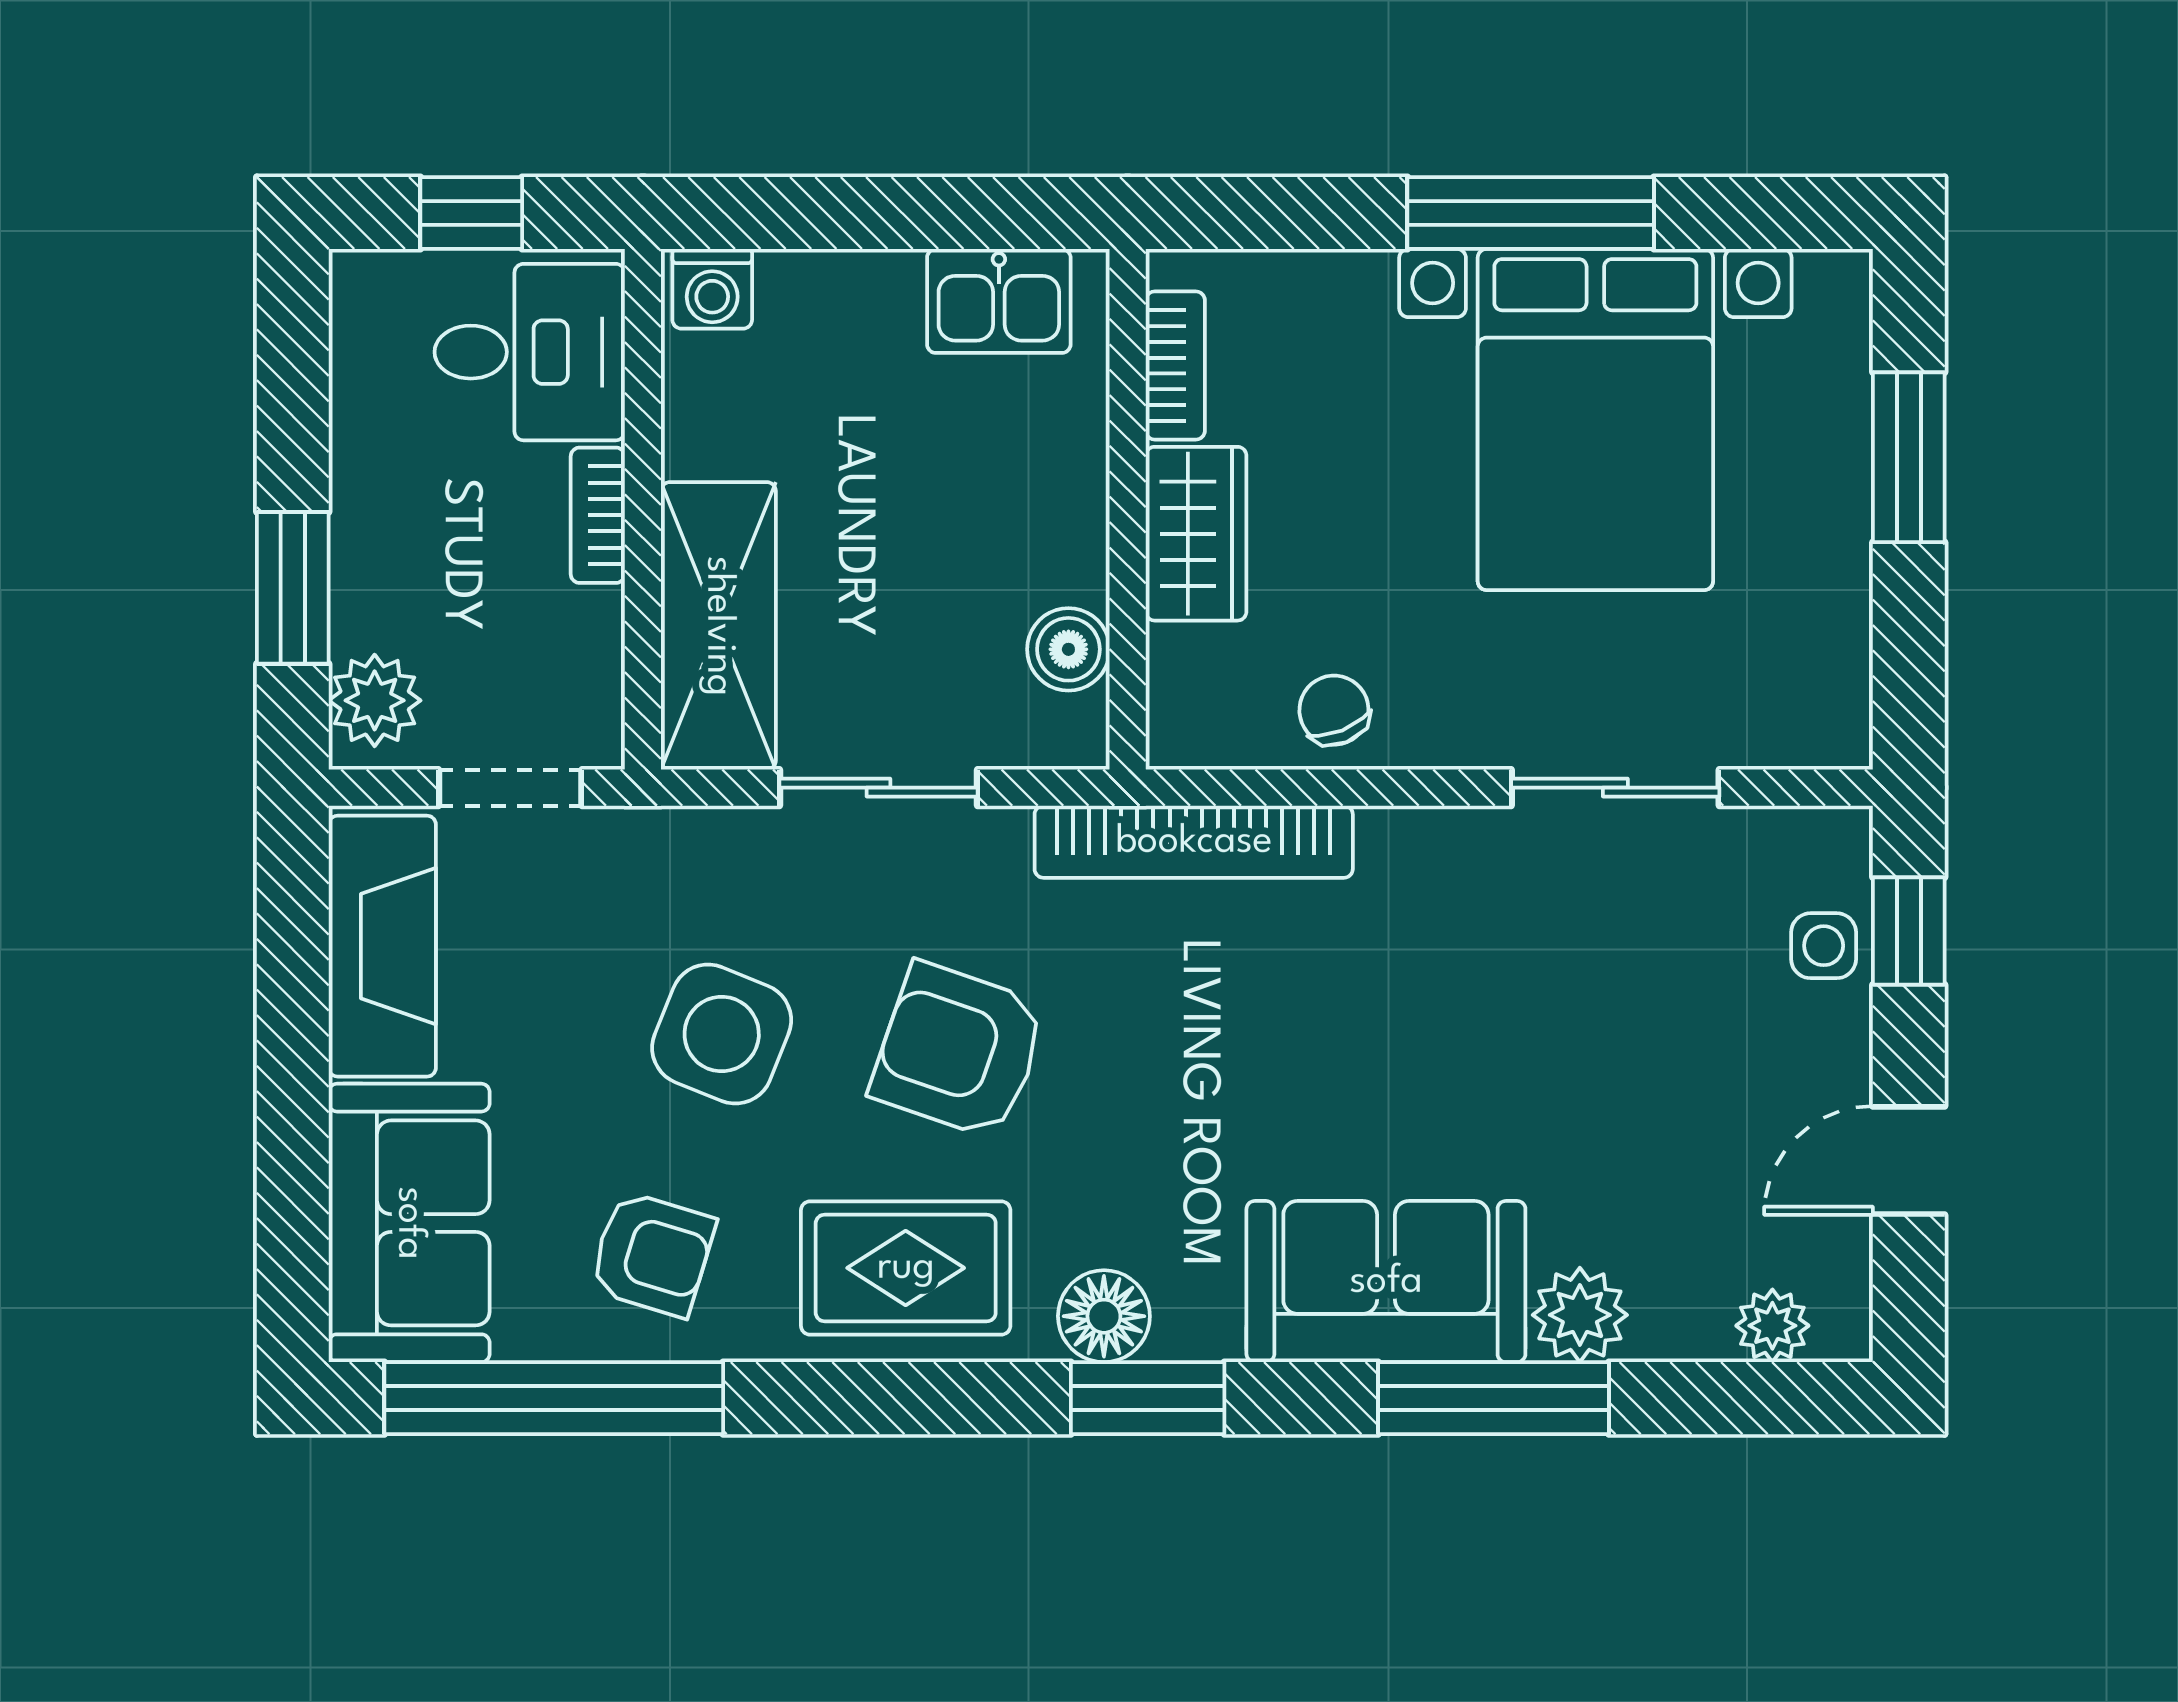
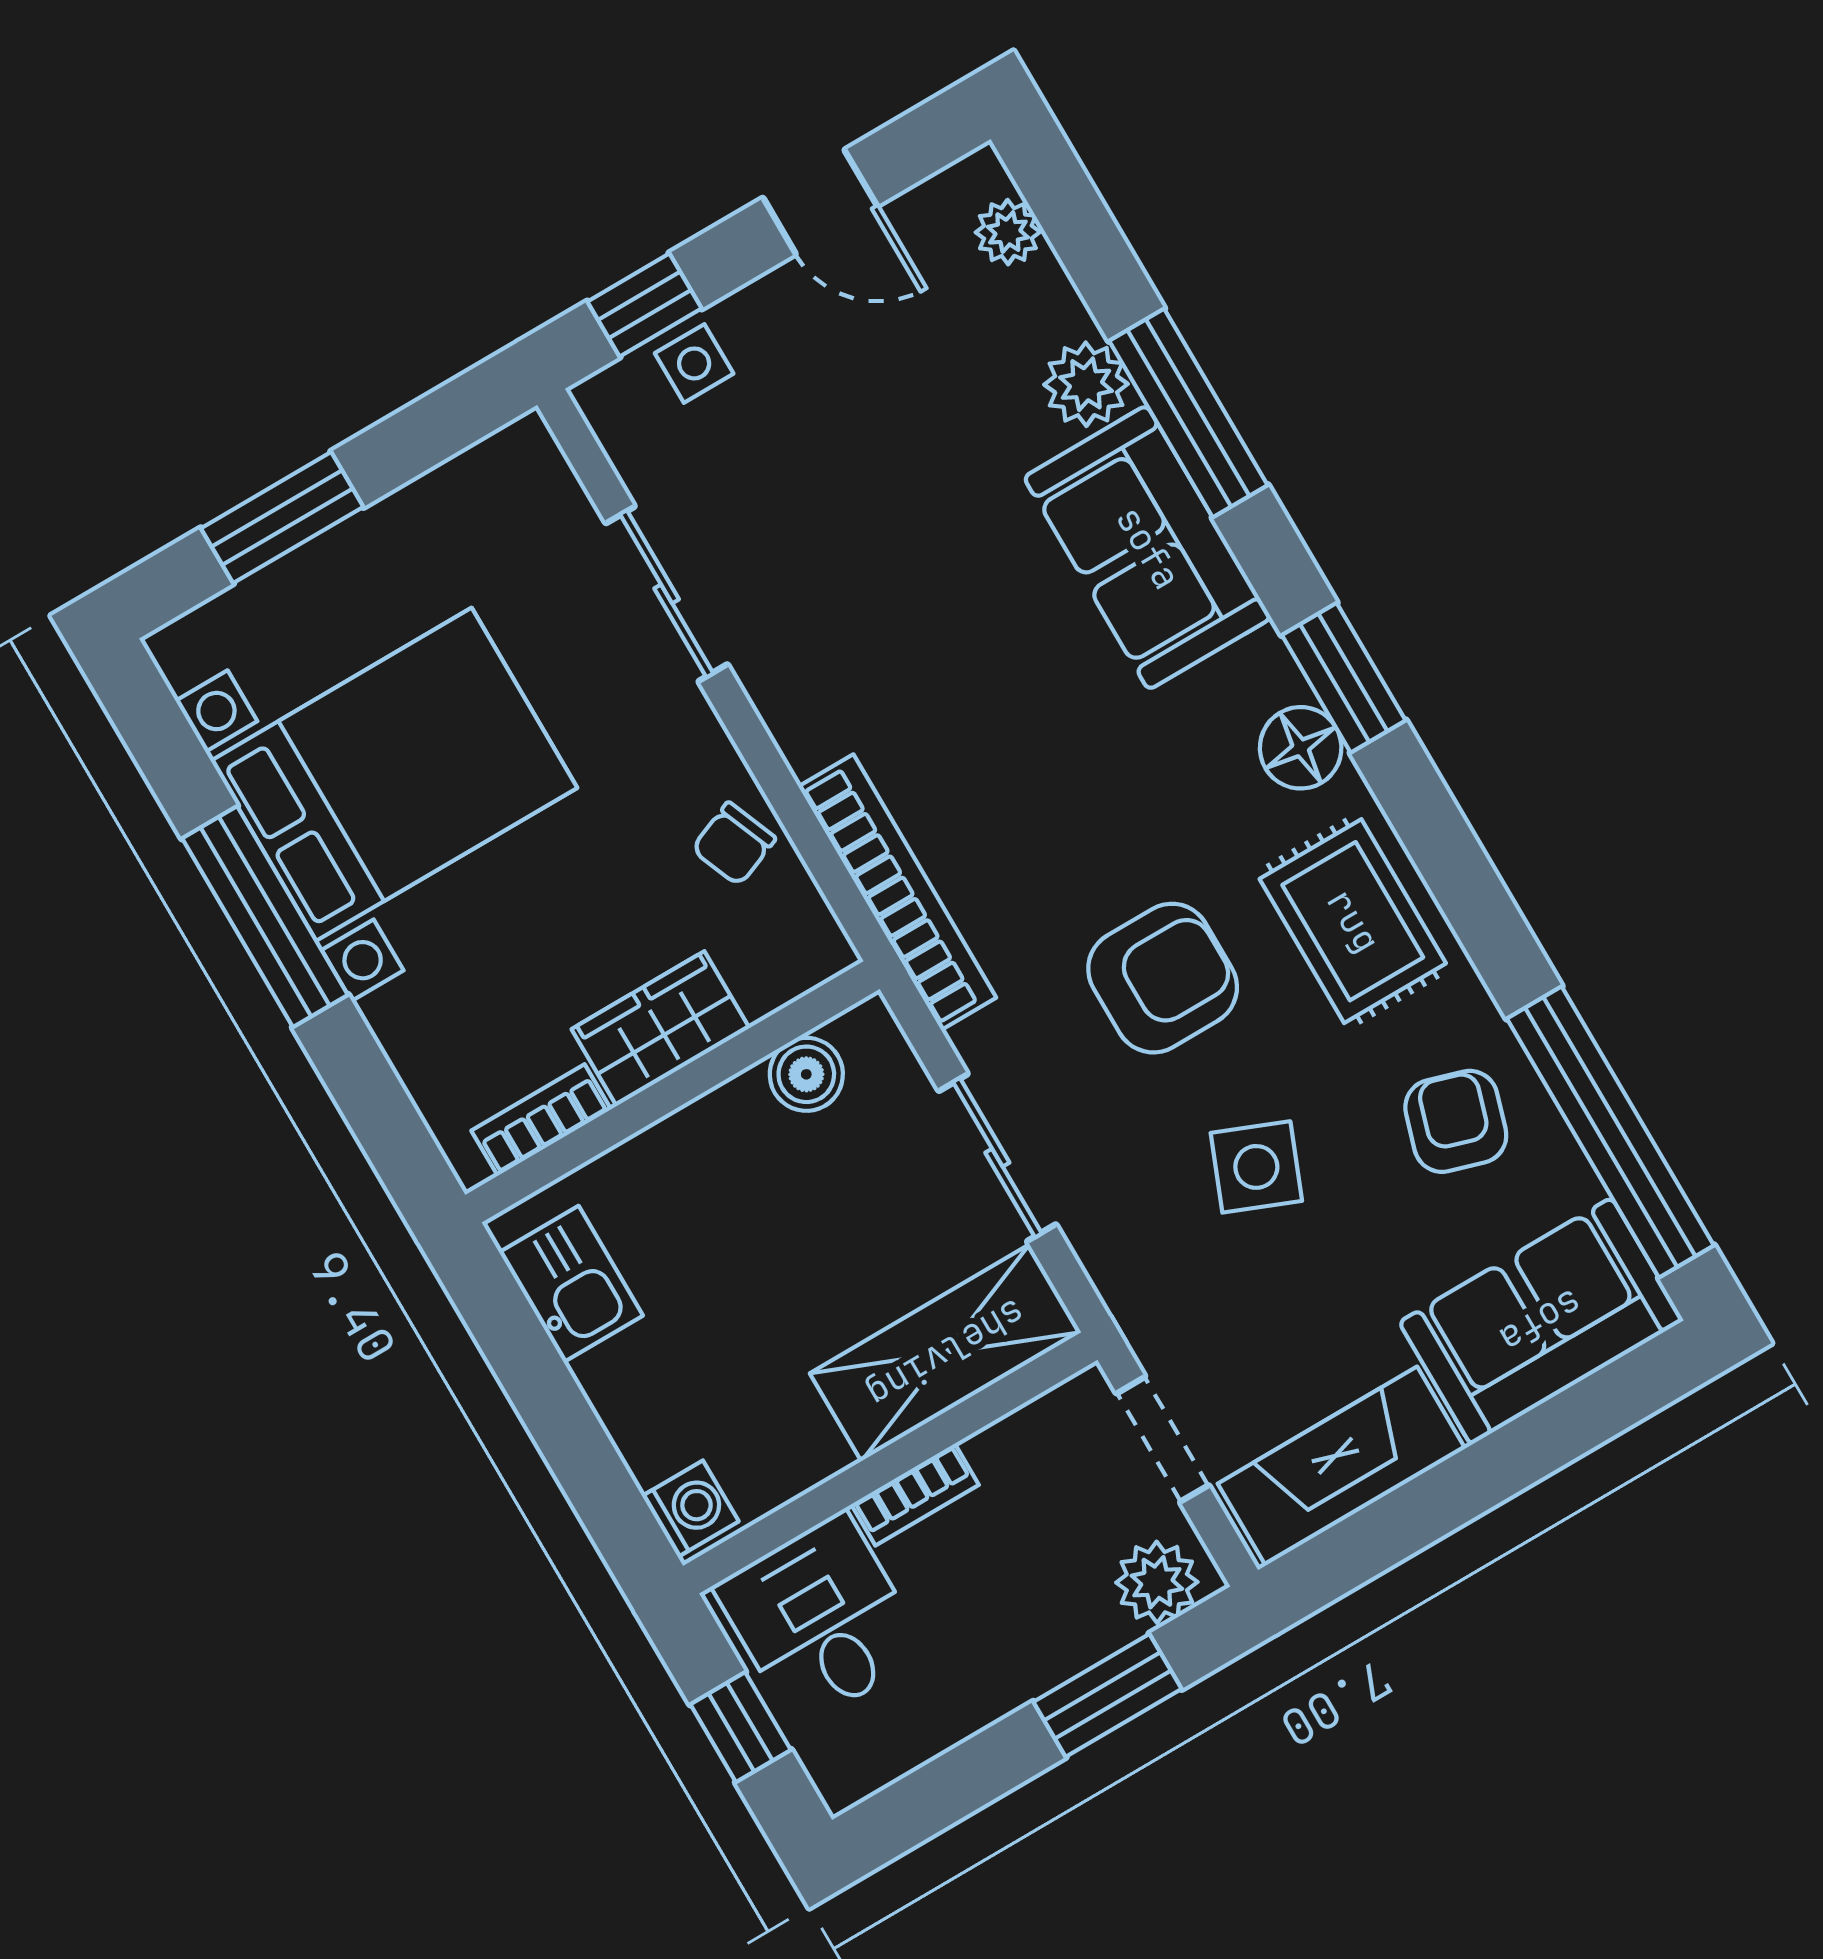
side table: (722, 1034) -> (1256, 1167), width x0.73, depth x0.73
armchair: (959, 1051) -> (1163, 978), turned -109

